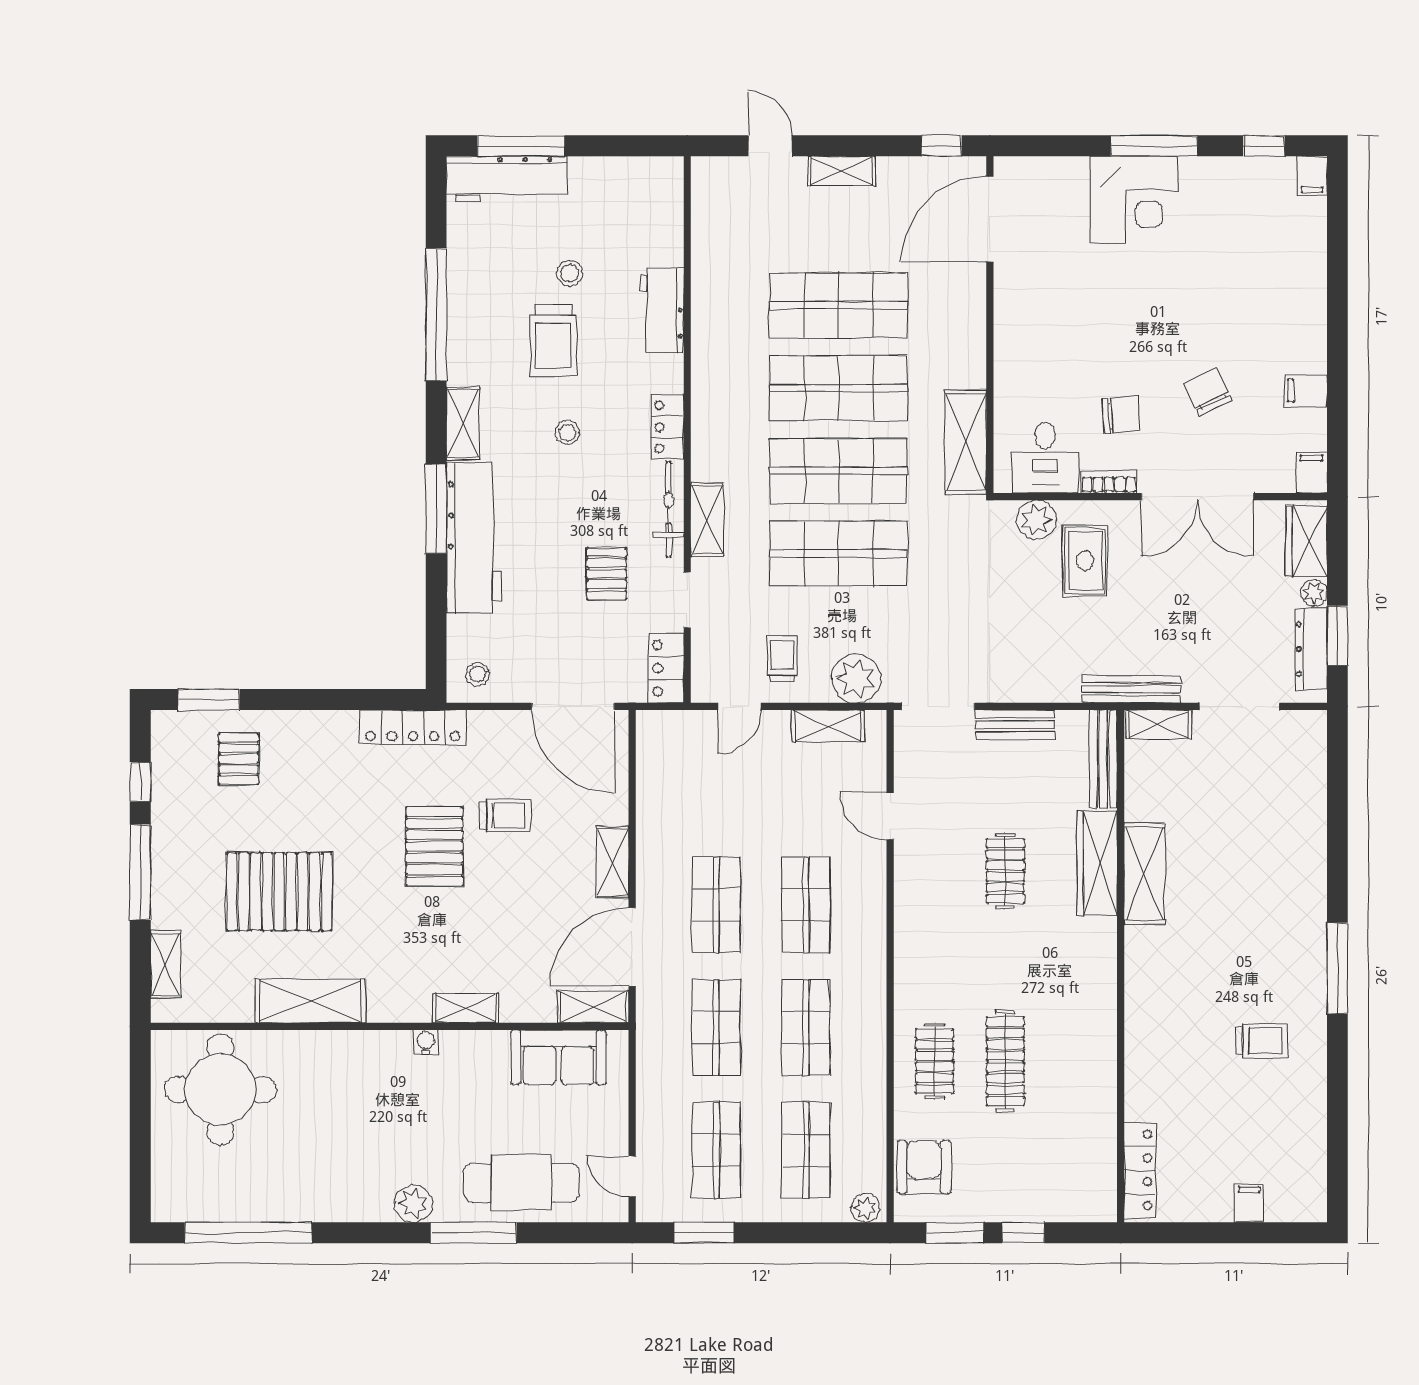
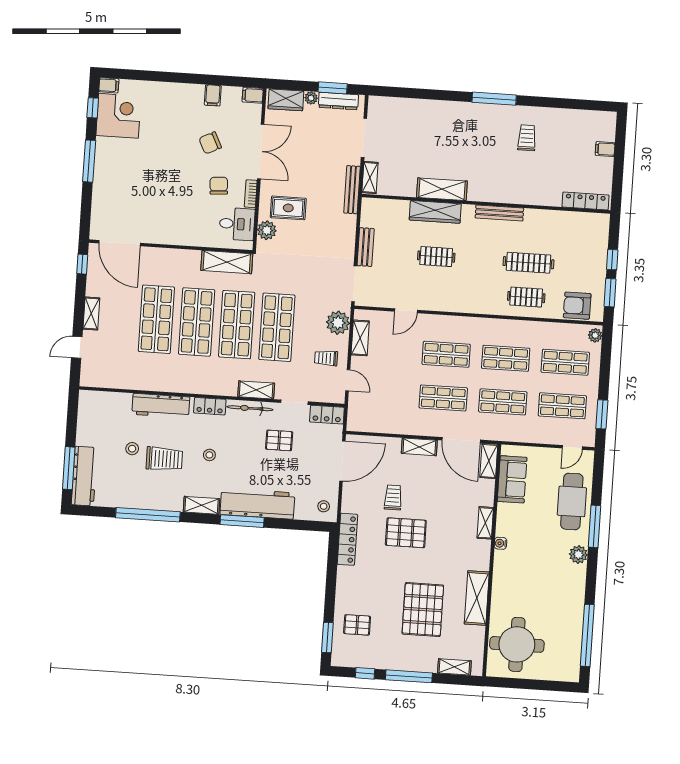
corner desk: (1134, 200) -> (118, 116), moved
workbench: (662, 310) -> (161, 406), width x1.37
bench: (1103, 759) -> (499, 213), moved

